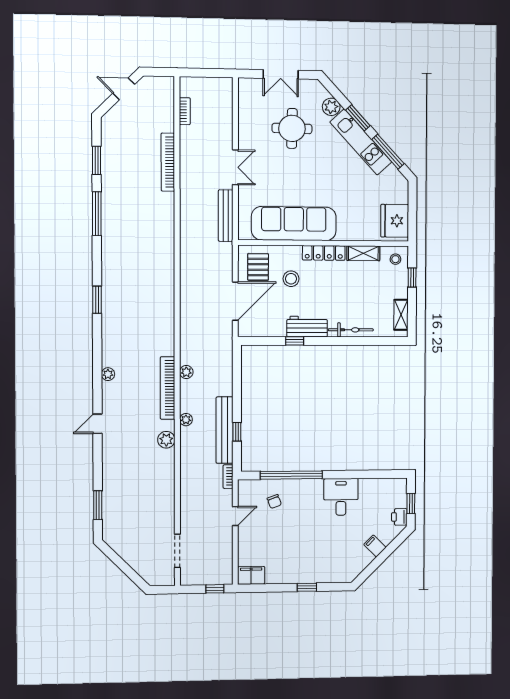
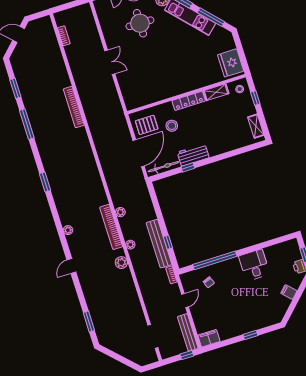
bookcase: (168, 162) -> (74, 107), moved
bench: (226, 216) -> (188, 332), moved
sofa: (294, 224) -> (162, 87), removed
pallet: (258, 267) -> (147, 125), turned 90
bicycle: (351, 330) -> (164, 167), moved

